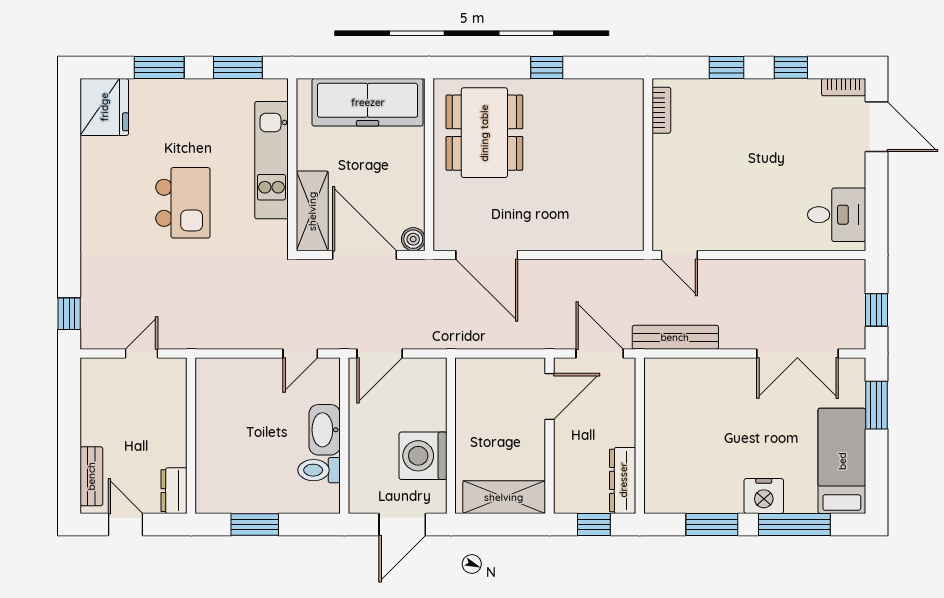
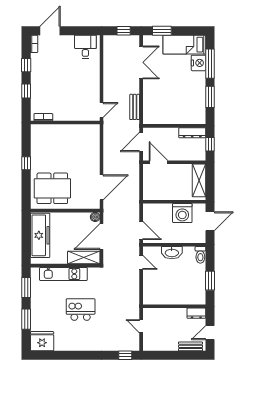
bench: (675, 337) -> (135, 107), width x0.73
toilet: (319, 470) -> (200, 255), moved
nightstand: (764, 496) -> (198, 63), moved
door: (402, 525) -> (210, 221), hinge flipped

